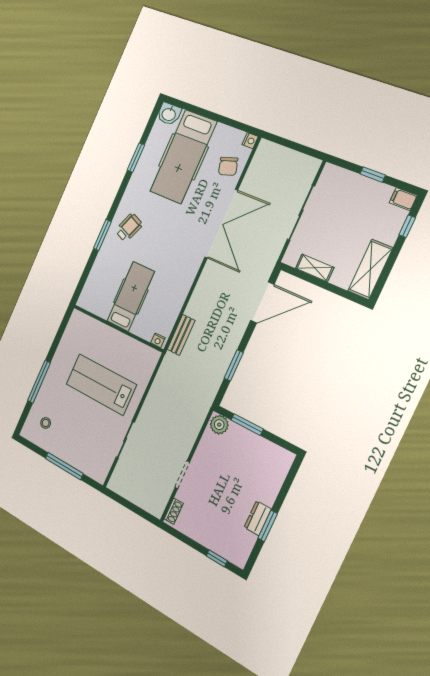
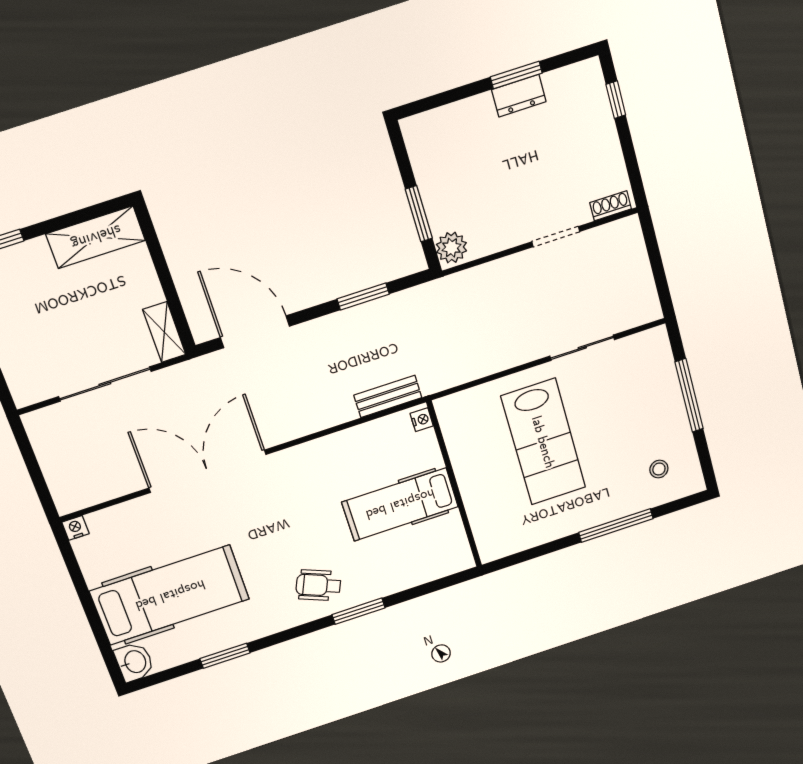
chair: (228, 166) -> (131, 527), removed
shelving: (315, 268) -> (164, 332), moved

